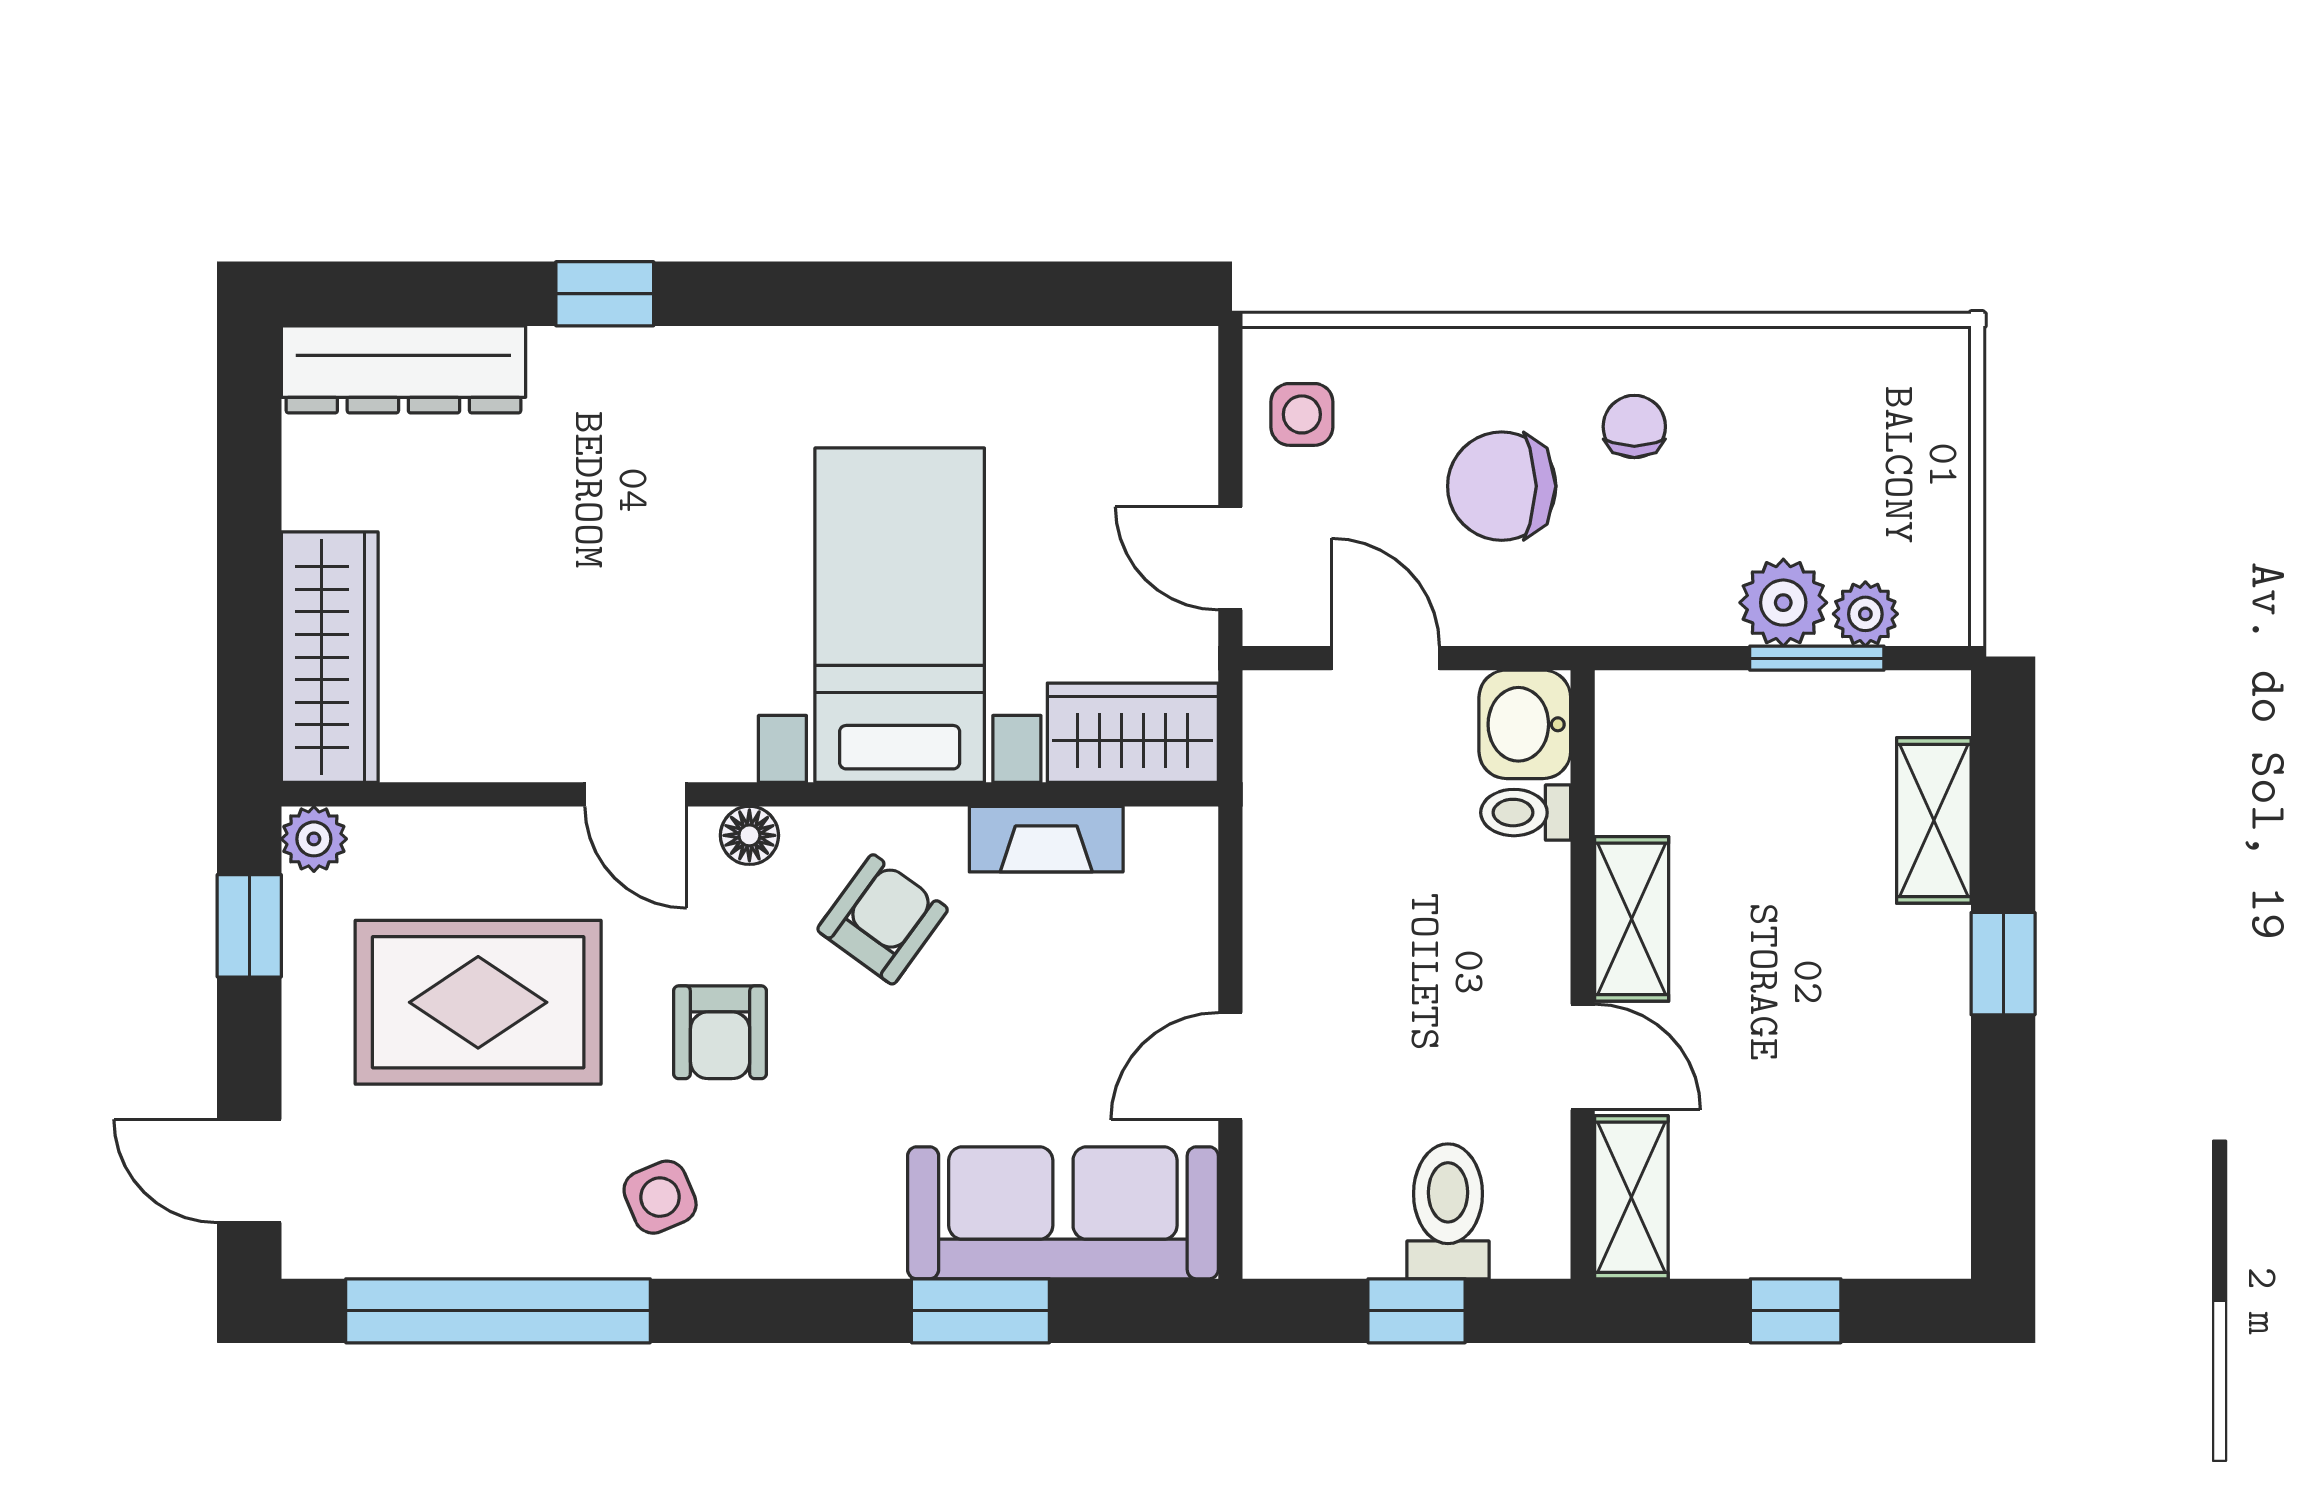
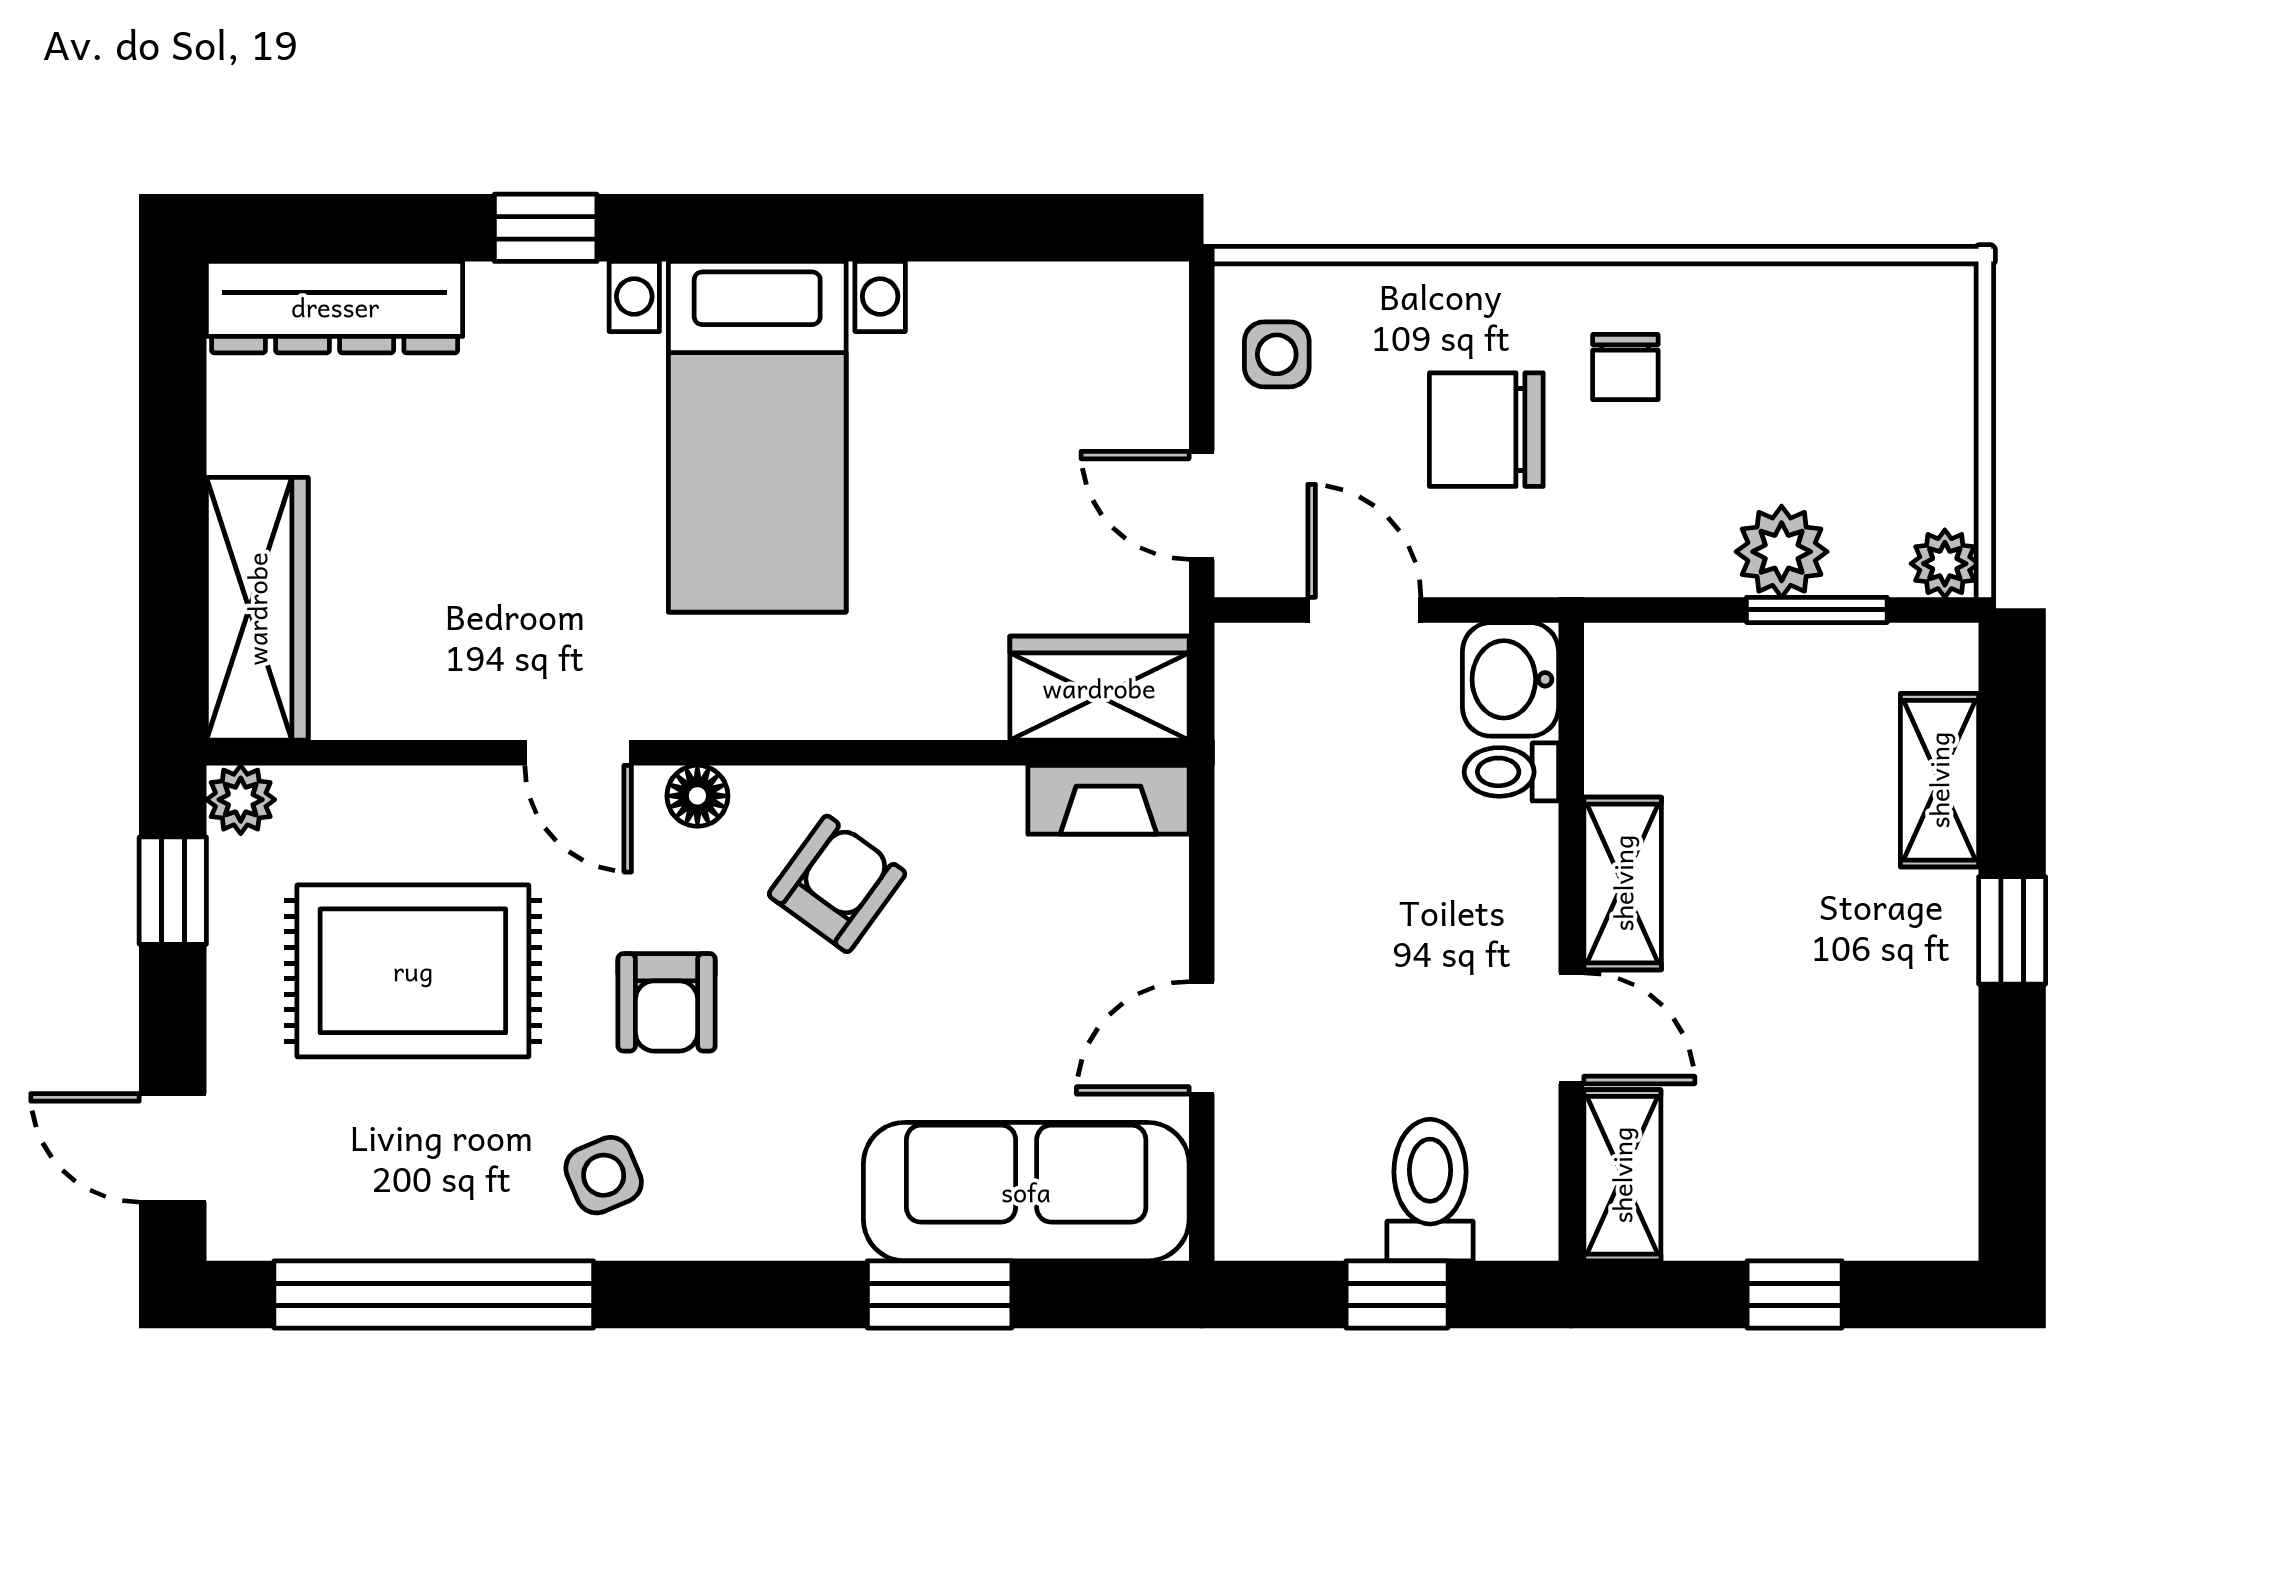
chair: (1634, 427) -> (1625, 367), turned 180
plant: (1865, 614) -> (1945, 564), moved
bed with nightstands: (900, 615) -> (757, 437), moved, turned 180
fireplace: (1046, 839) -> (1108, 800), moved

